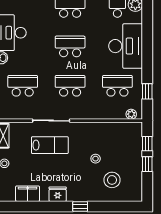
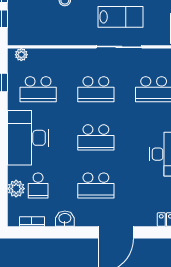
lab bench: (50, 145) -> (121, 17), turned 180

